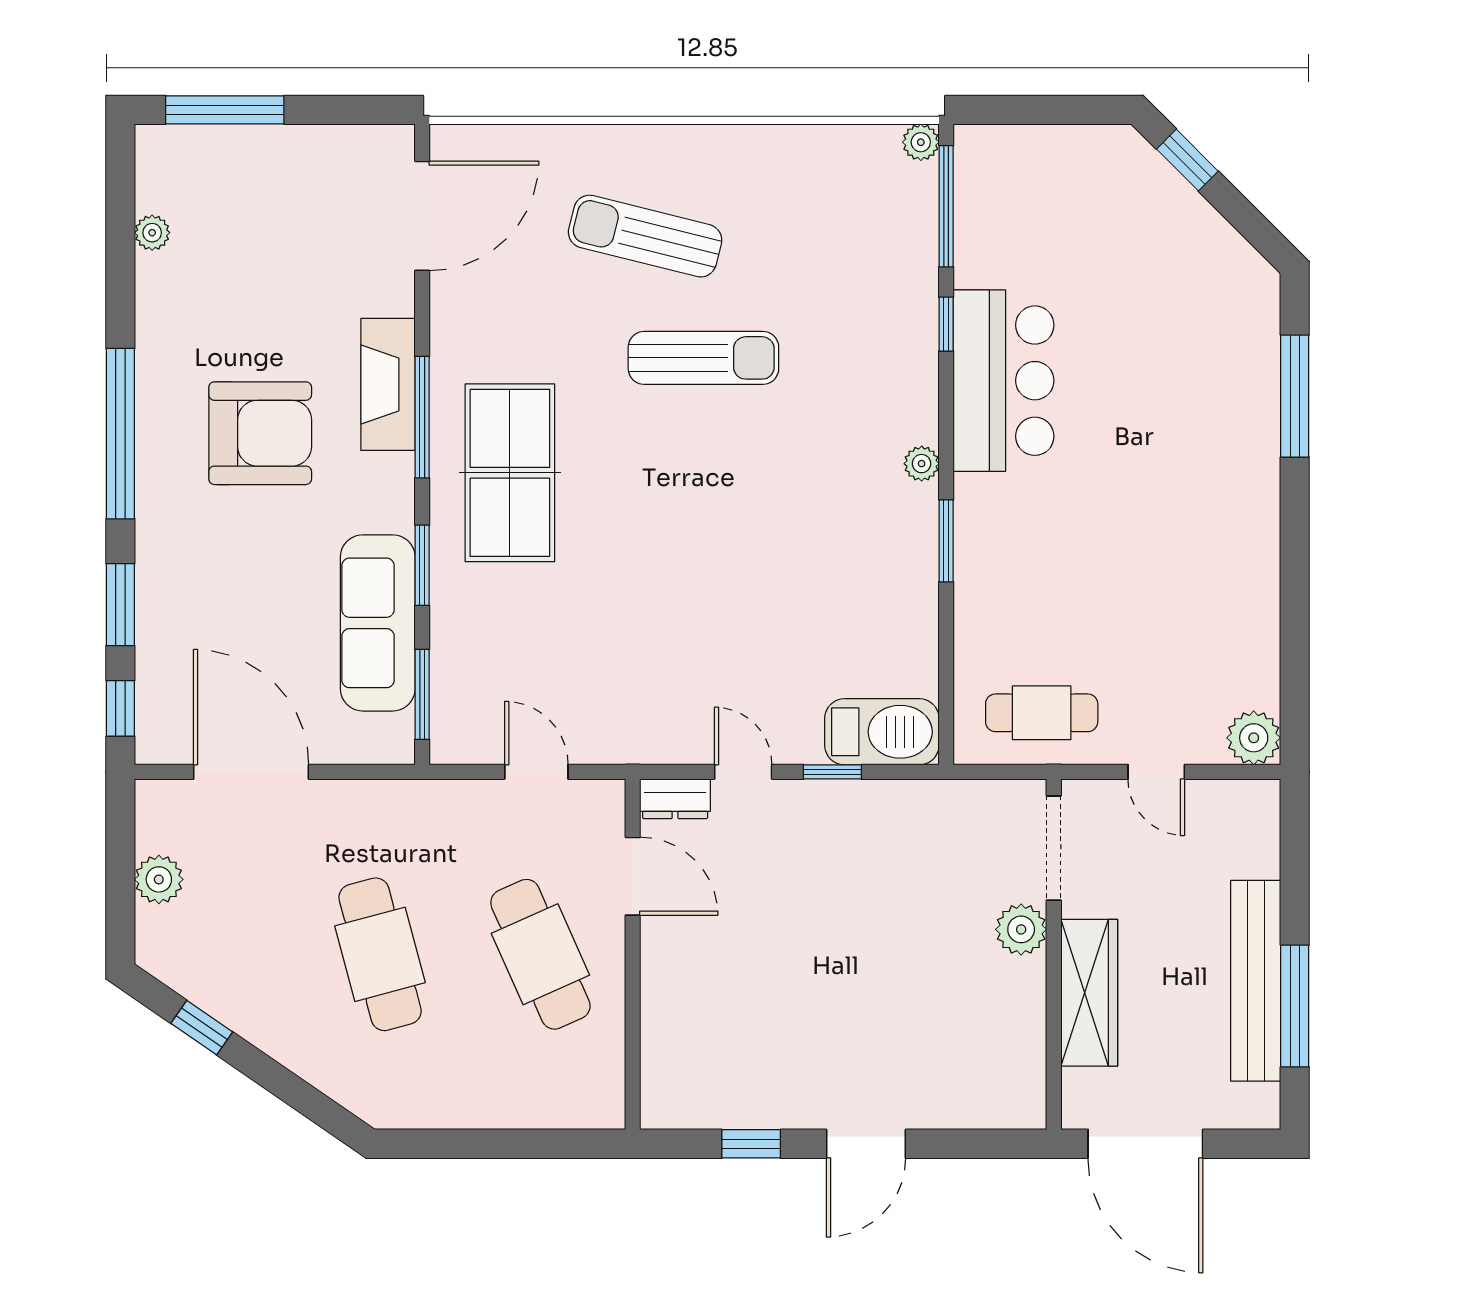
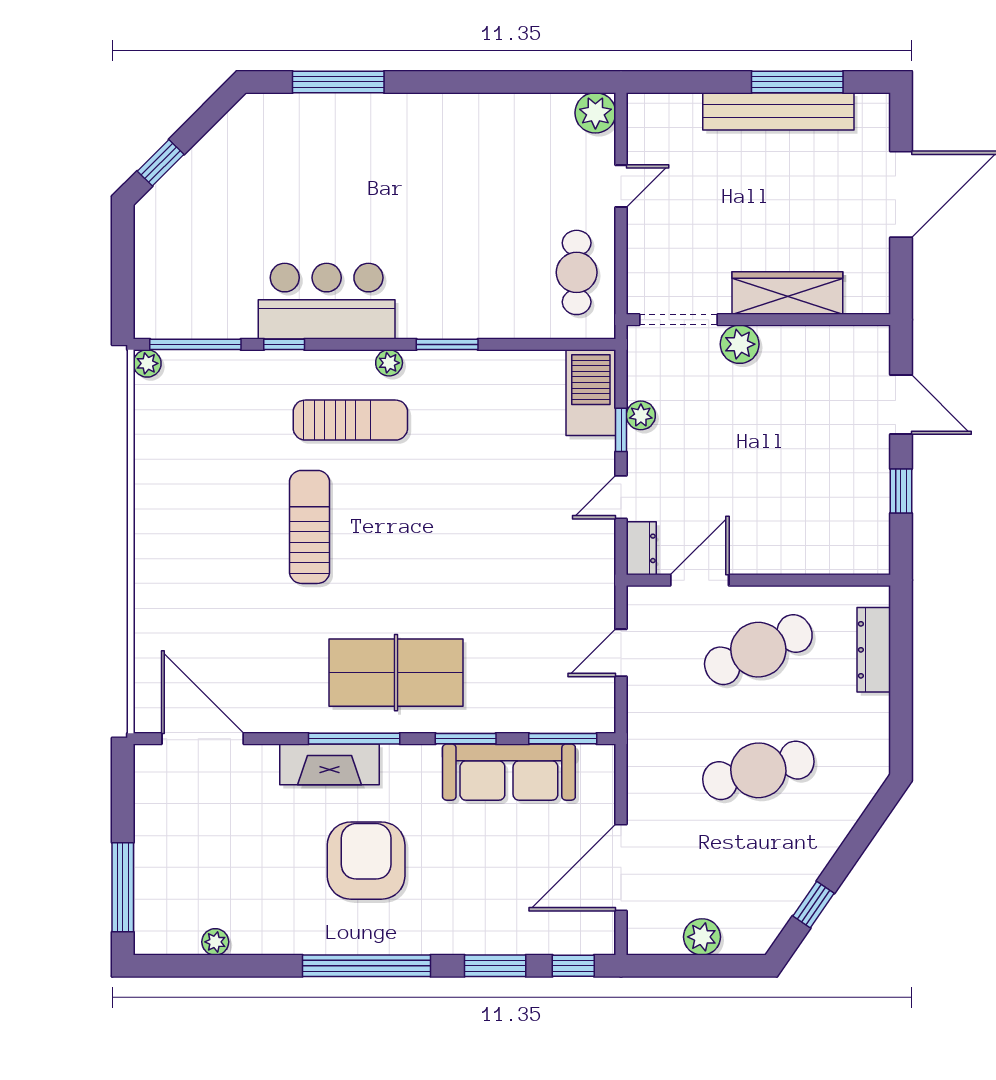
sun lounger: (645, 236) -> (350, 420), moved, turned -104
plant: (852, 798) -> (641, 415), added
doorway: (1054, 848) -> (678, 320), moved
plant: (1021, 929) -> (740, 344), moved
wall: (1054, 954) -> (758, 320), moved
wardrobe: (1089, 993) -> (787, 293), moved
dresser: (540, 1108) -> (874, 650), added

